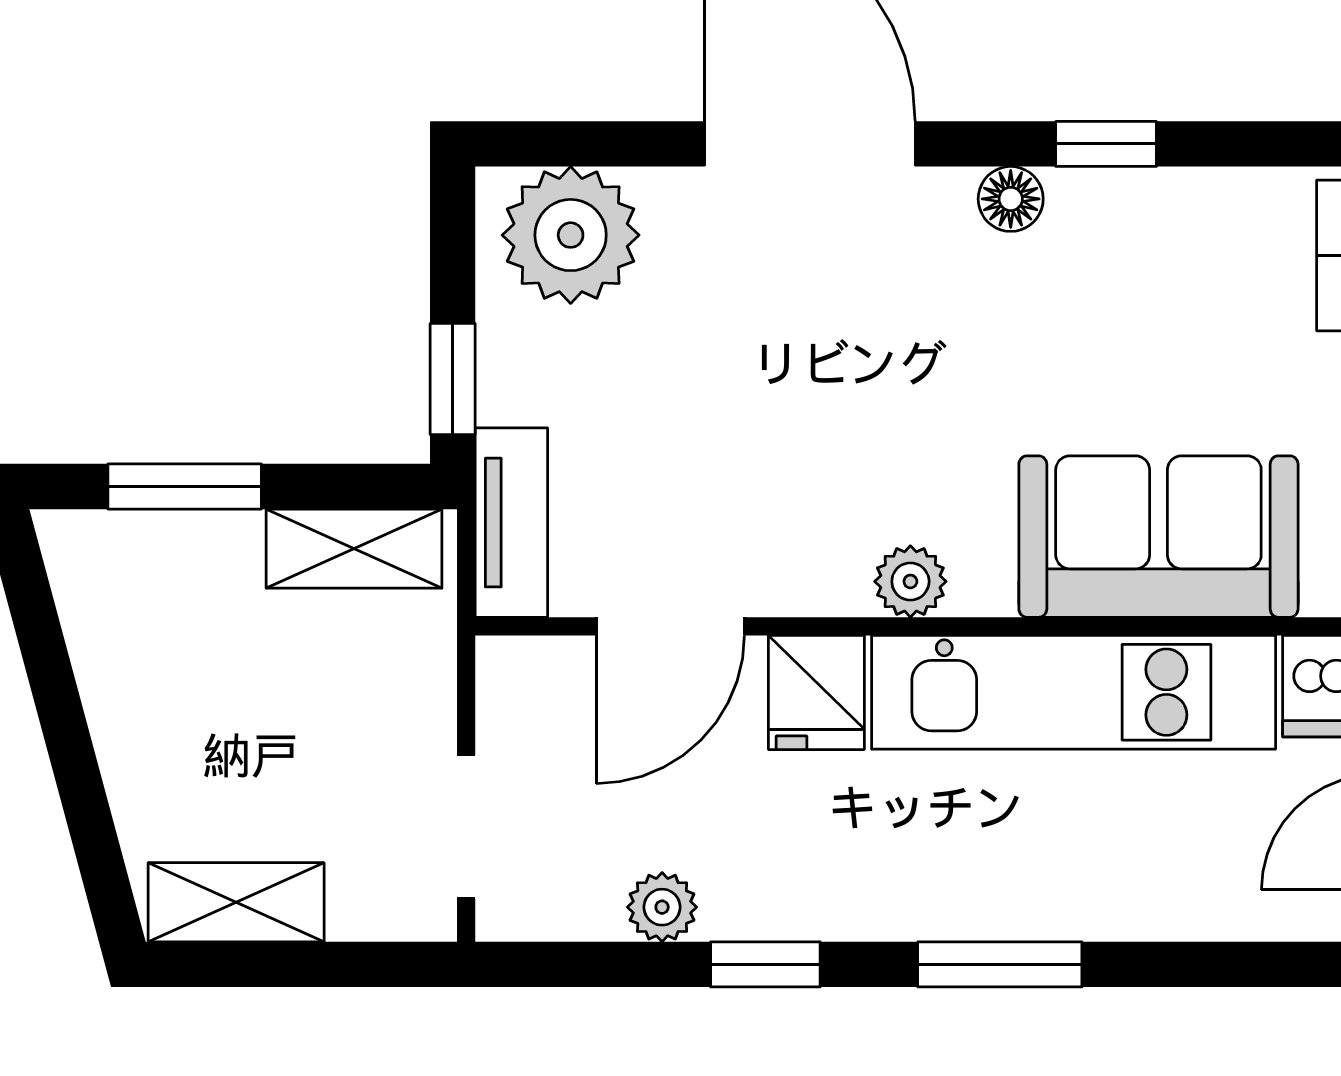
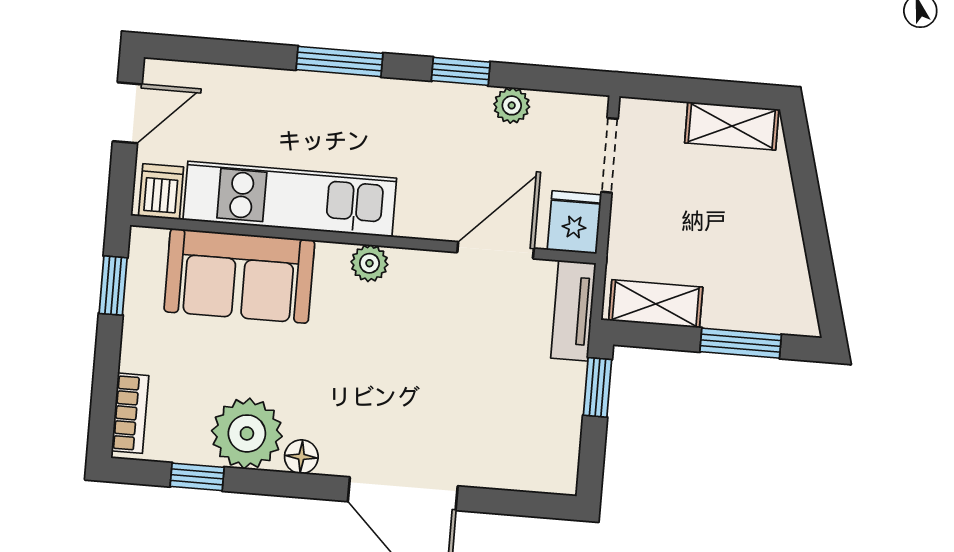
window: (1106, 144) -> (197, 477), moved
plant: (571, 235) -> (247, 433), moved
fridge: (816, 692) -> (574, 222), moved

